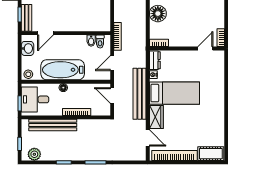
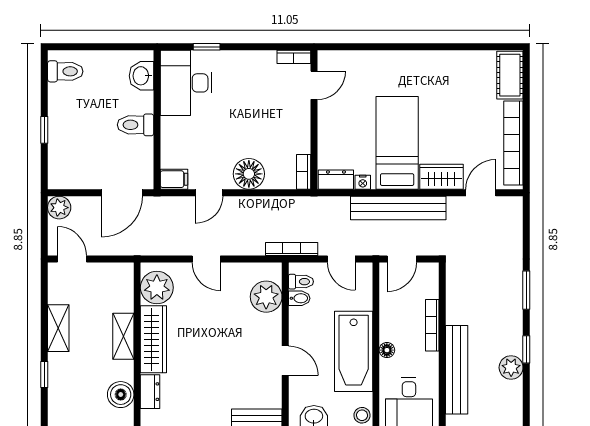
plant: (92, 23) -> (266, 297), added
door: (45, 33) -> (285, 361), moved
door: (205, 49) -> (314, 85), swing flipped
plant: (34, 154) -> (511, 368), moved

